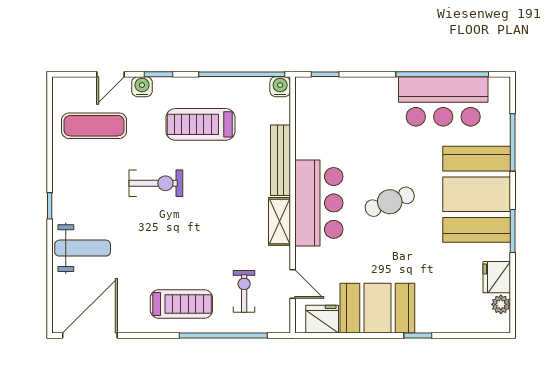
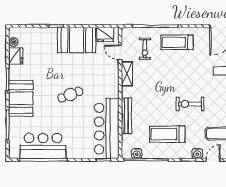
water cooler: (280, 87) -> (137, 153), moved
treadmill: (200, 124) -> (167, 134), turned 180
booth: (477, 194) -> (21, 98), width x0.73, depth x0.70
bar counter: (319, 203) -> (107, 129), moved, width x1.36
shelving: (279, 221) -> (127, 74), moved

